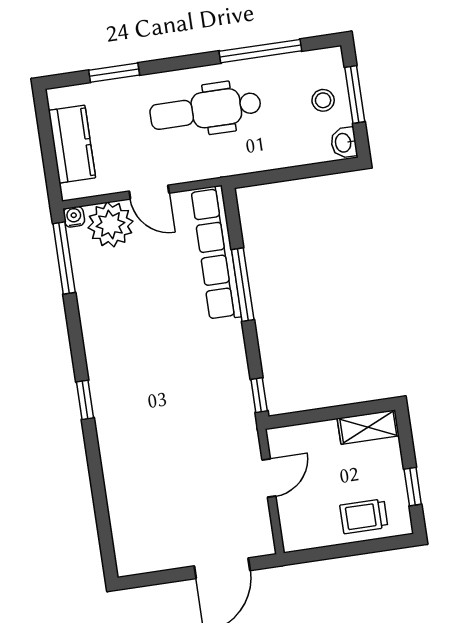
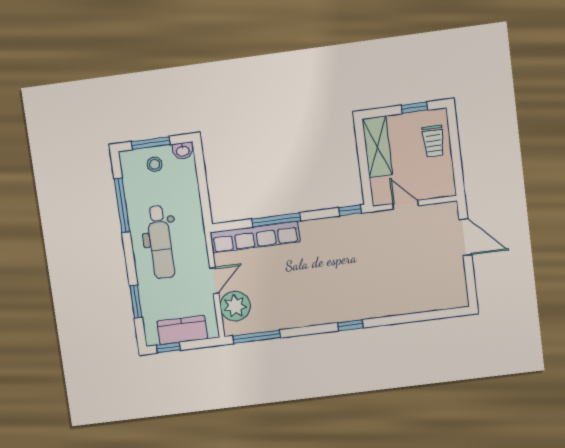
window: (44, 123) -> (168, 348), added
water cooler: (74, 217) -> (230, 330), removed
shelving: (368, 427) -> (377, 147), width x1.50, depth x1.33

